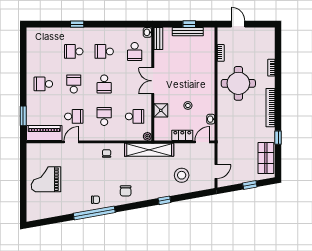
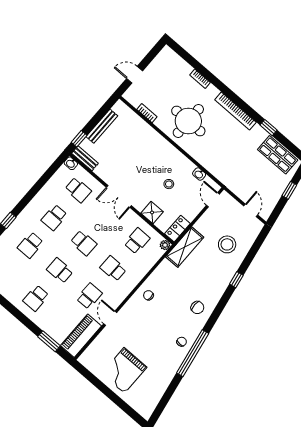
window: (189, 24) -> (79, 139), moved
locker: (182, 135) -> (177, 229), moved
shelving: (149, 150) -> (185, 247), width x0.68

